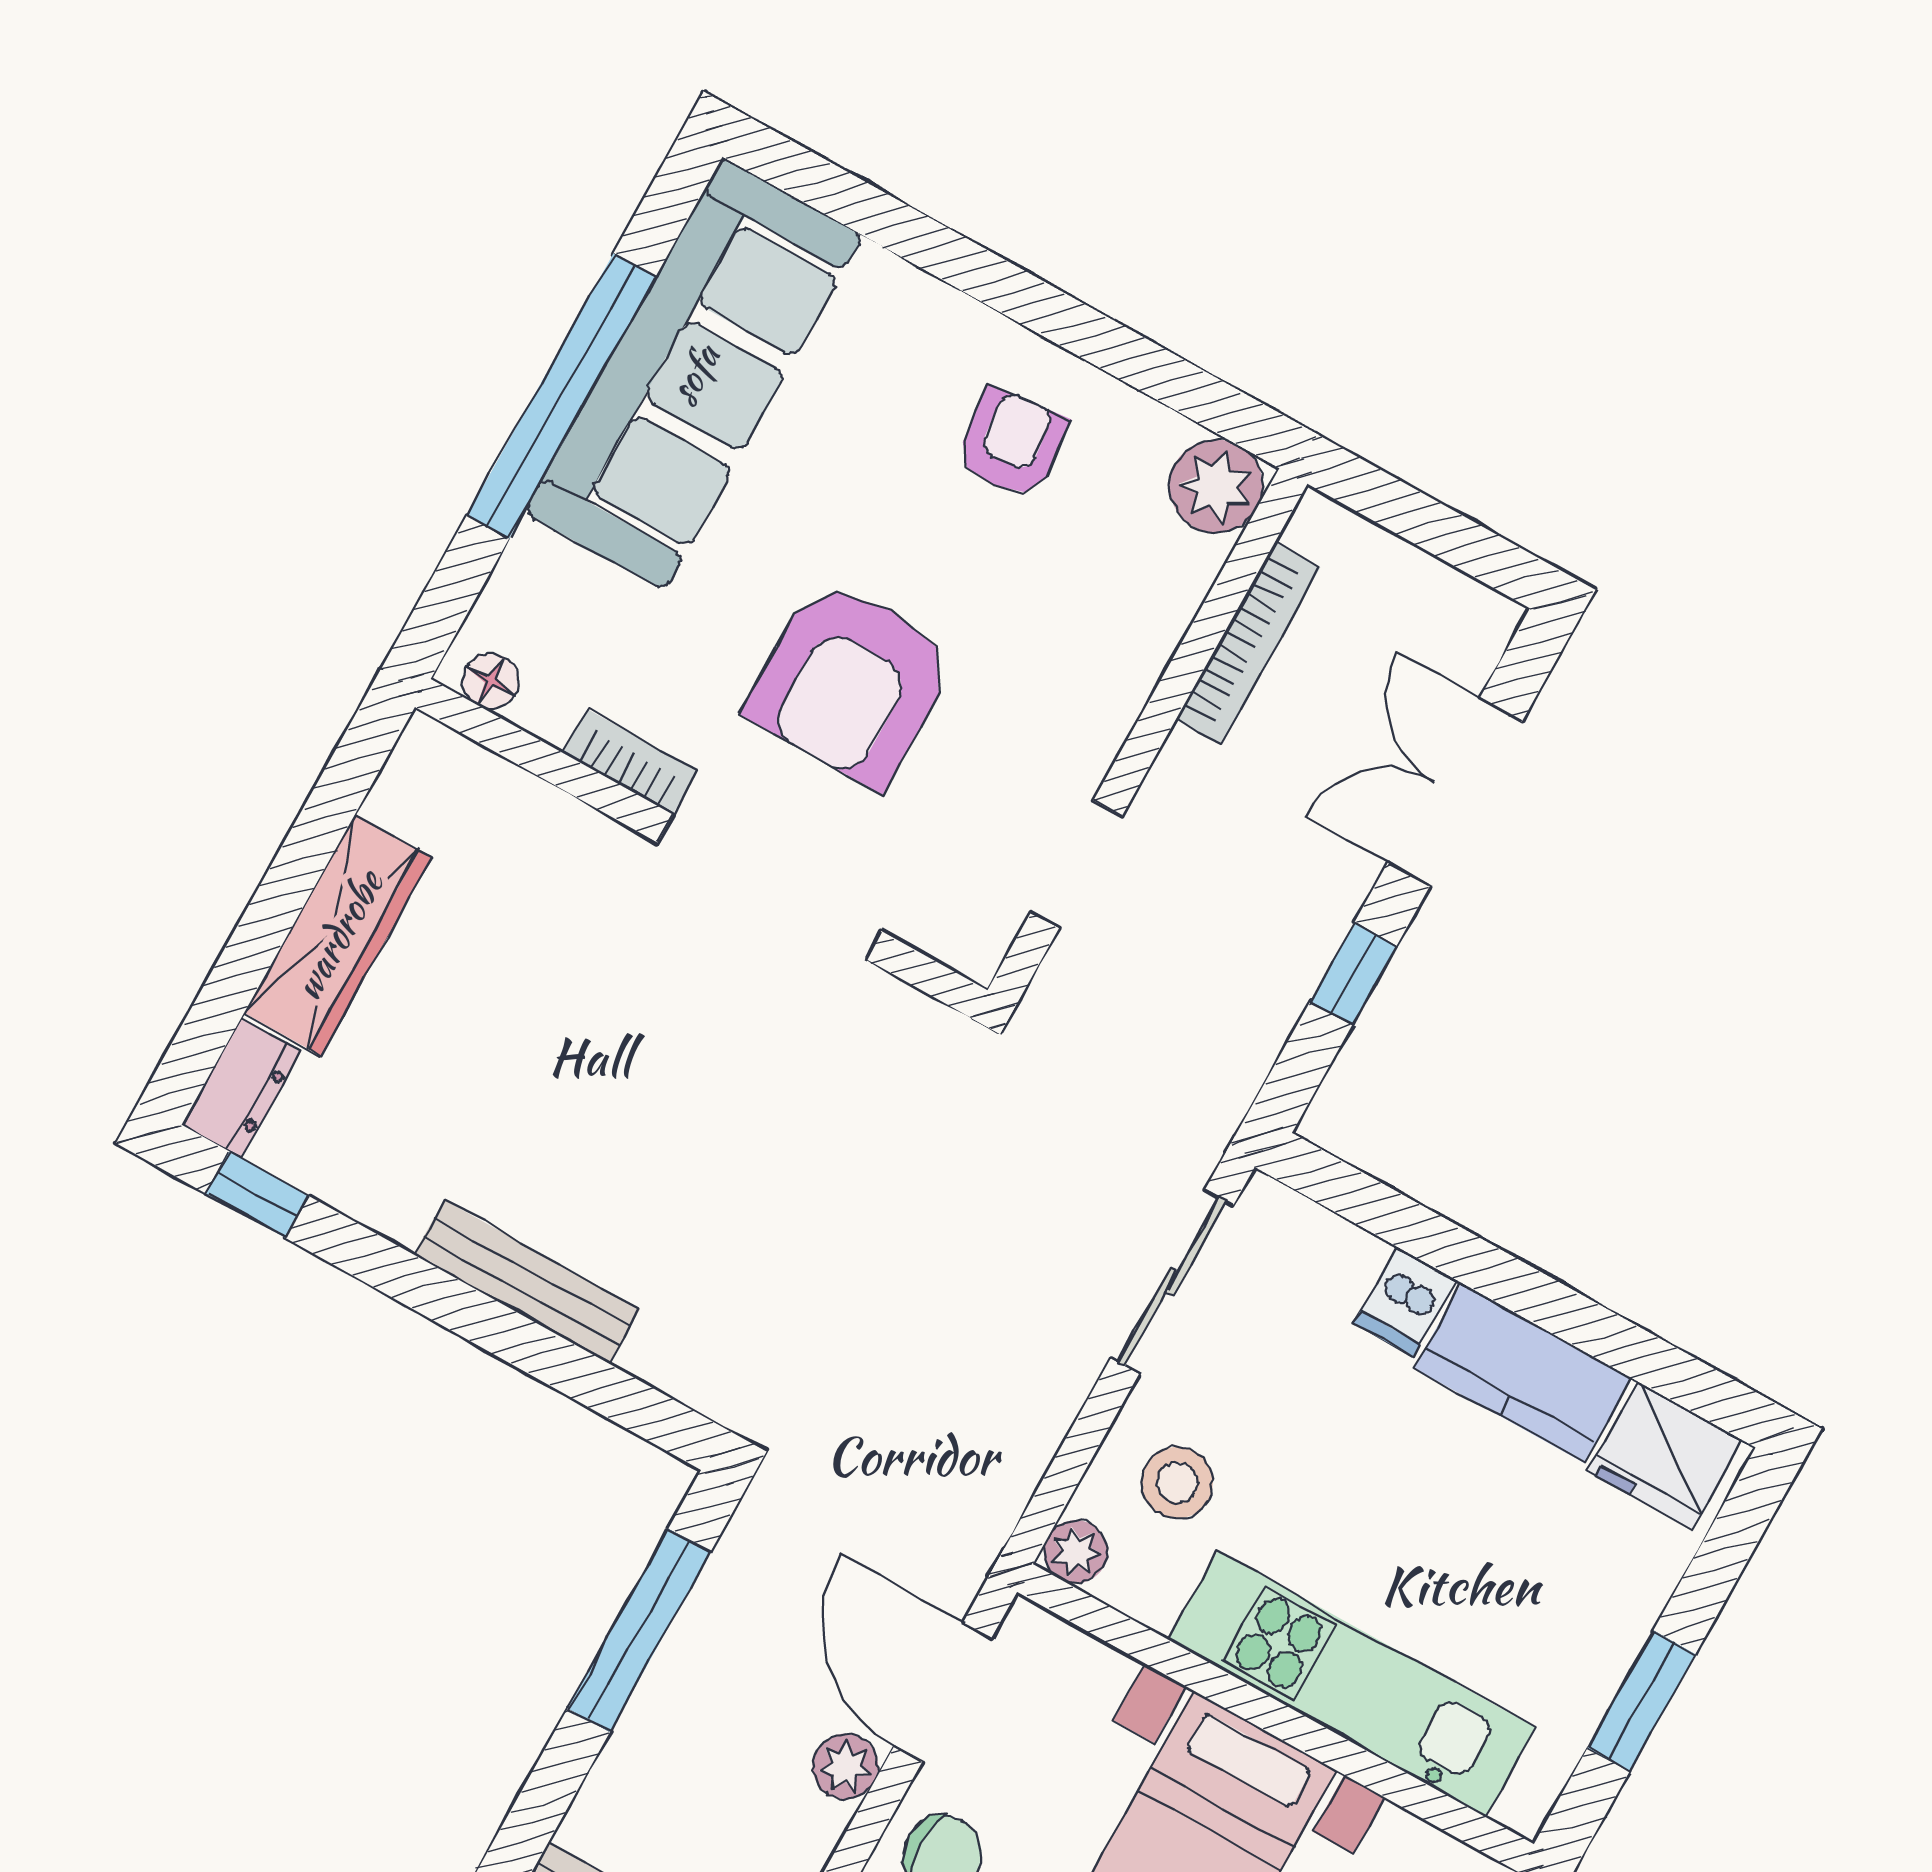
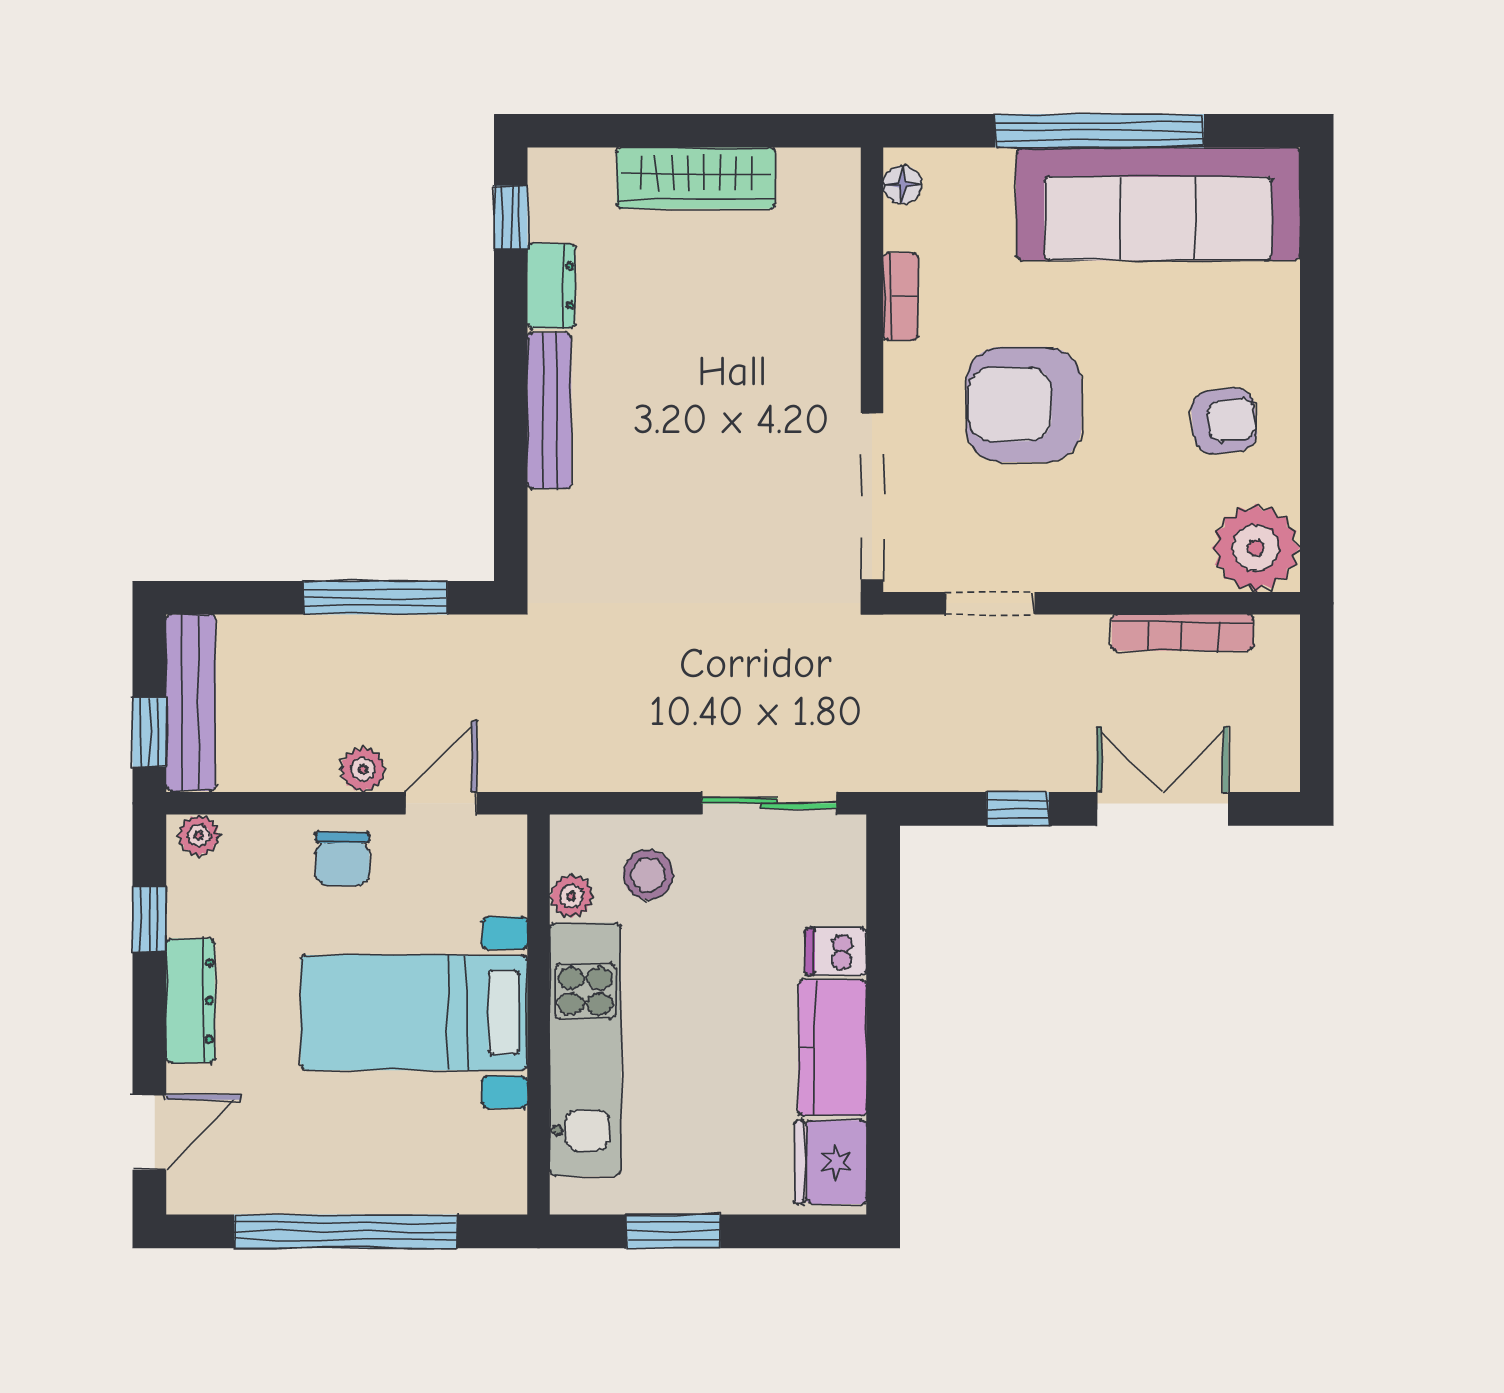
plant: (1216, 486) -> (1256, 548), width x1.36, depth x1.36
doorway: (769, 887) -> (872, 496), moved
dresser: (241, 1088) -> (551, 286), moved, turned -90
plant: (1076, 1552) -> (572, 896), moved
door: (943, 1692) -> (441, 803), width x0.73

